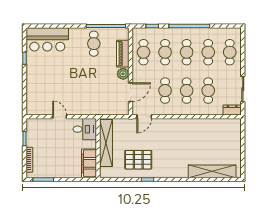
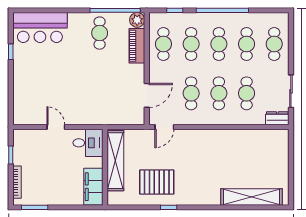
plant: (123, 74) -> (137, 20), moved

